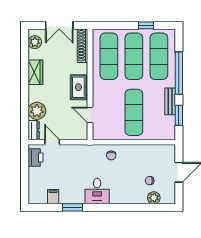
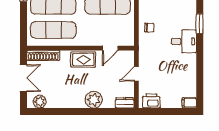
wardrobe: (35, 72) -> (69, 101), removed
plant: (37, 111) -> (94, 100), moved
door: (52, 142) -> (136, 74), moved
filing cabinet: (53, 197) -> (189, 103), moved
window: (72, 207) -> (200, 24), moved

